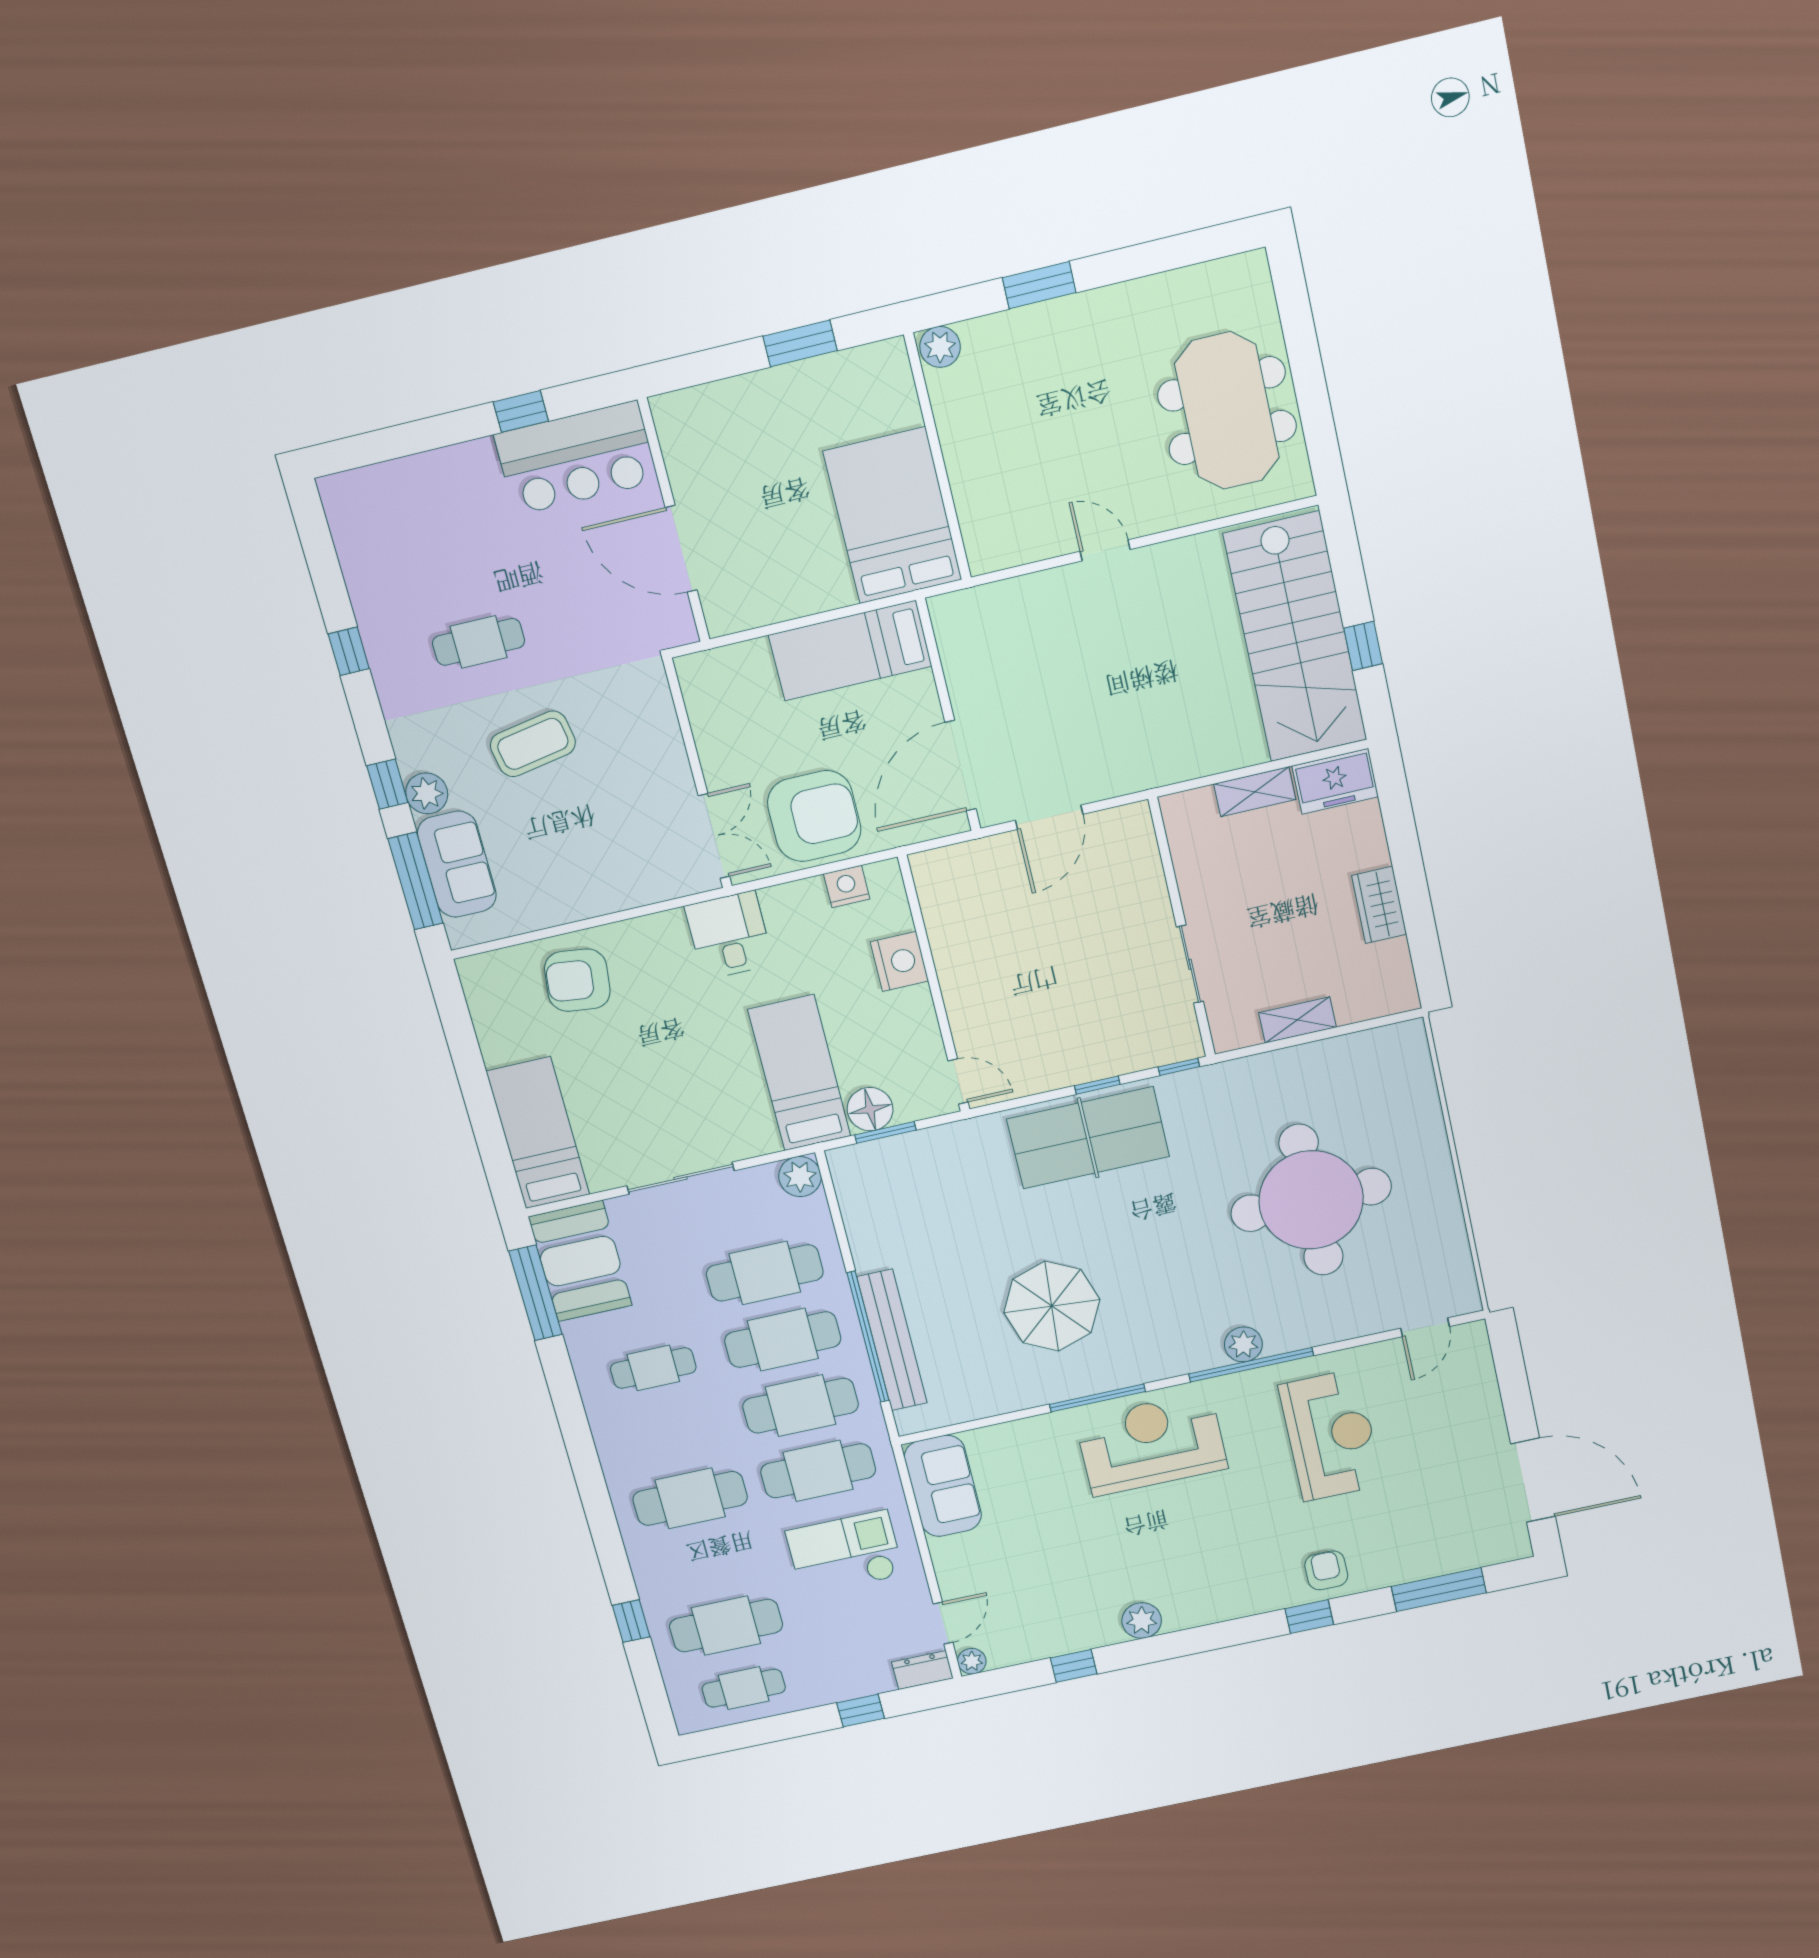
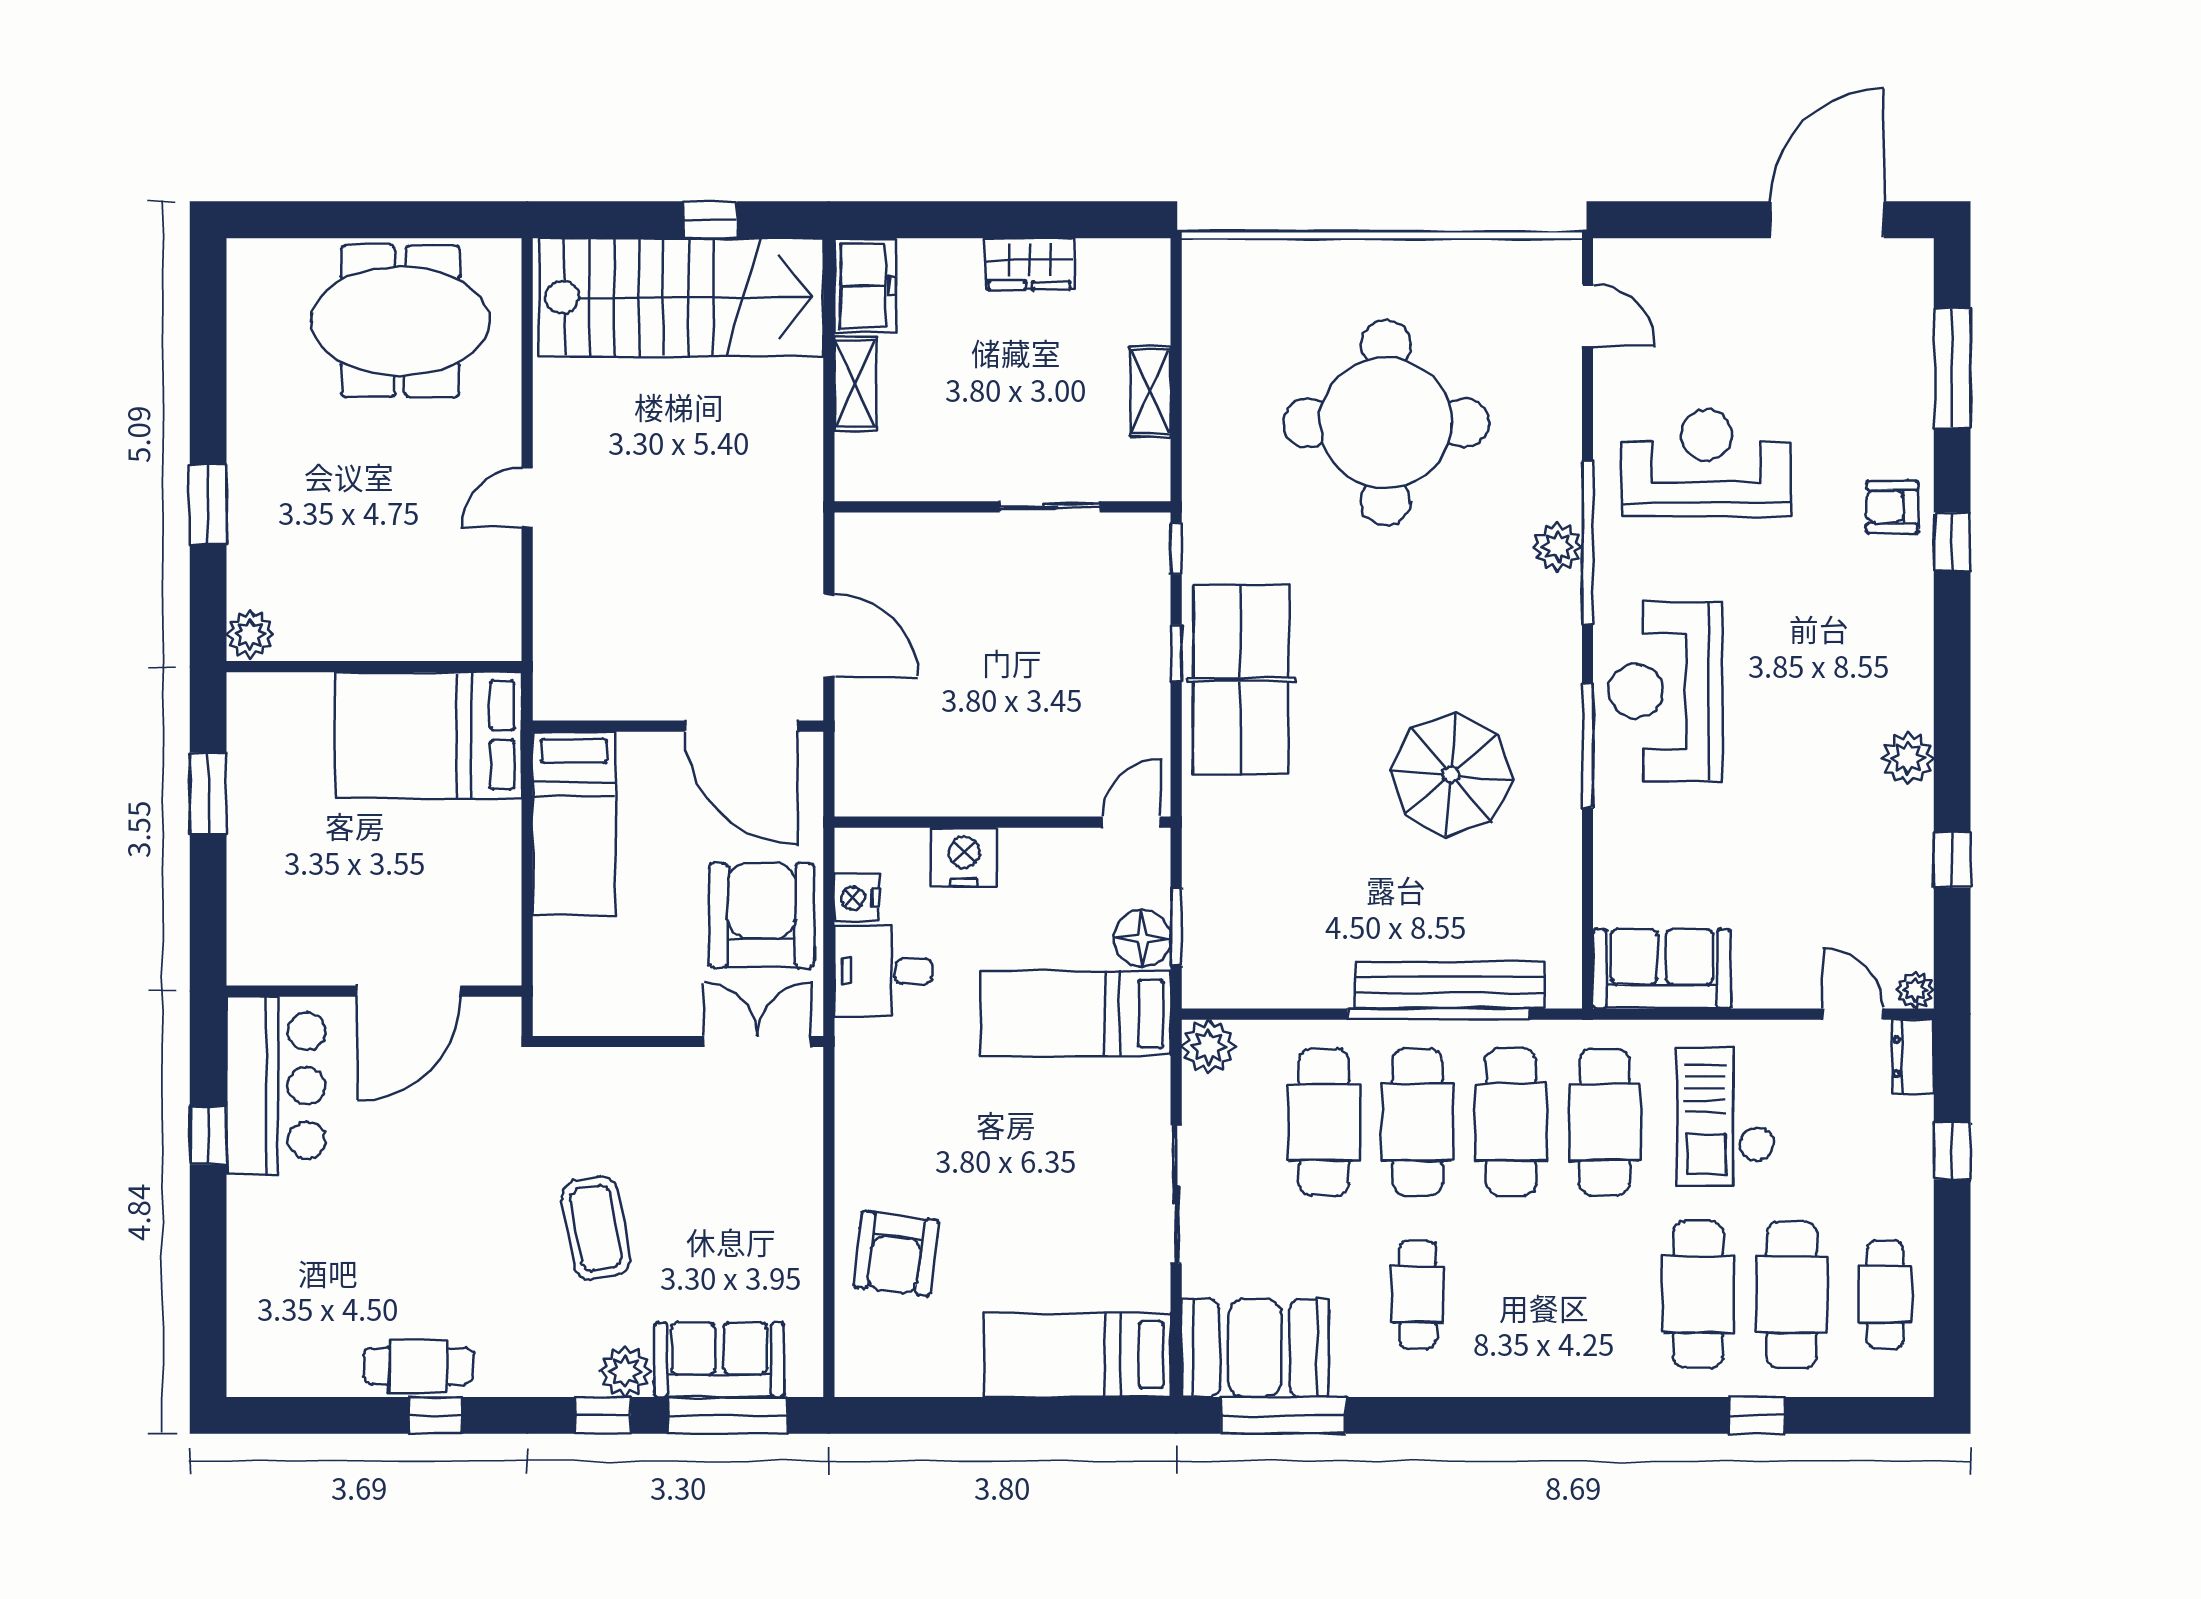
cafe table: (479, 642) -> (418, 1366), moved, turned 90
desk: (729, 935) -> (883, 971), moved
cafe table: (690, 1498) -> (1698, 1295), moved

